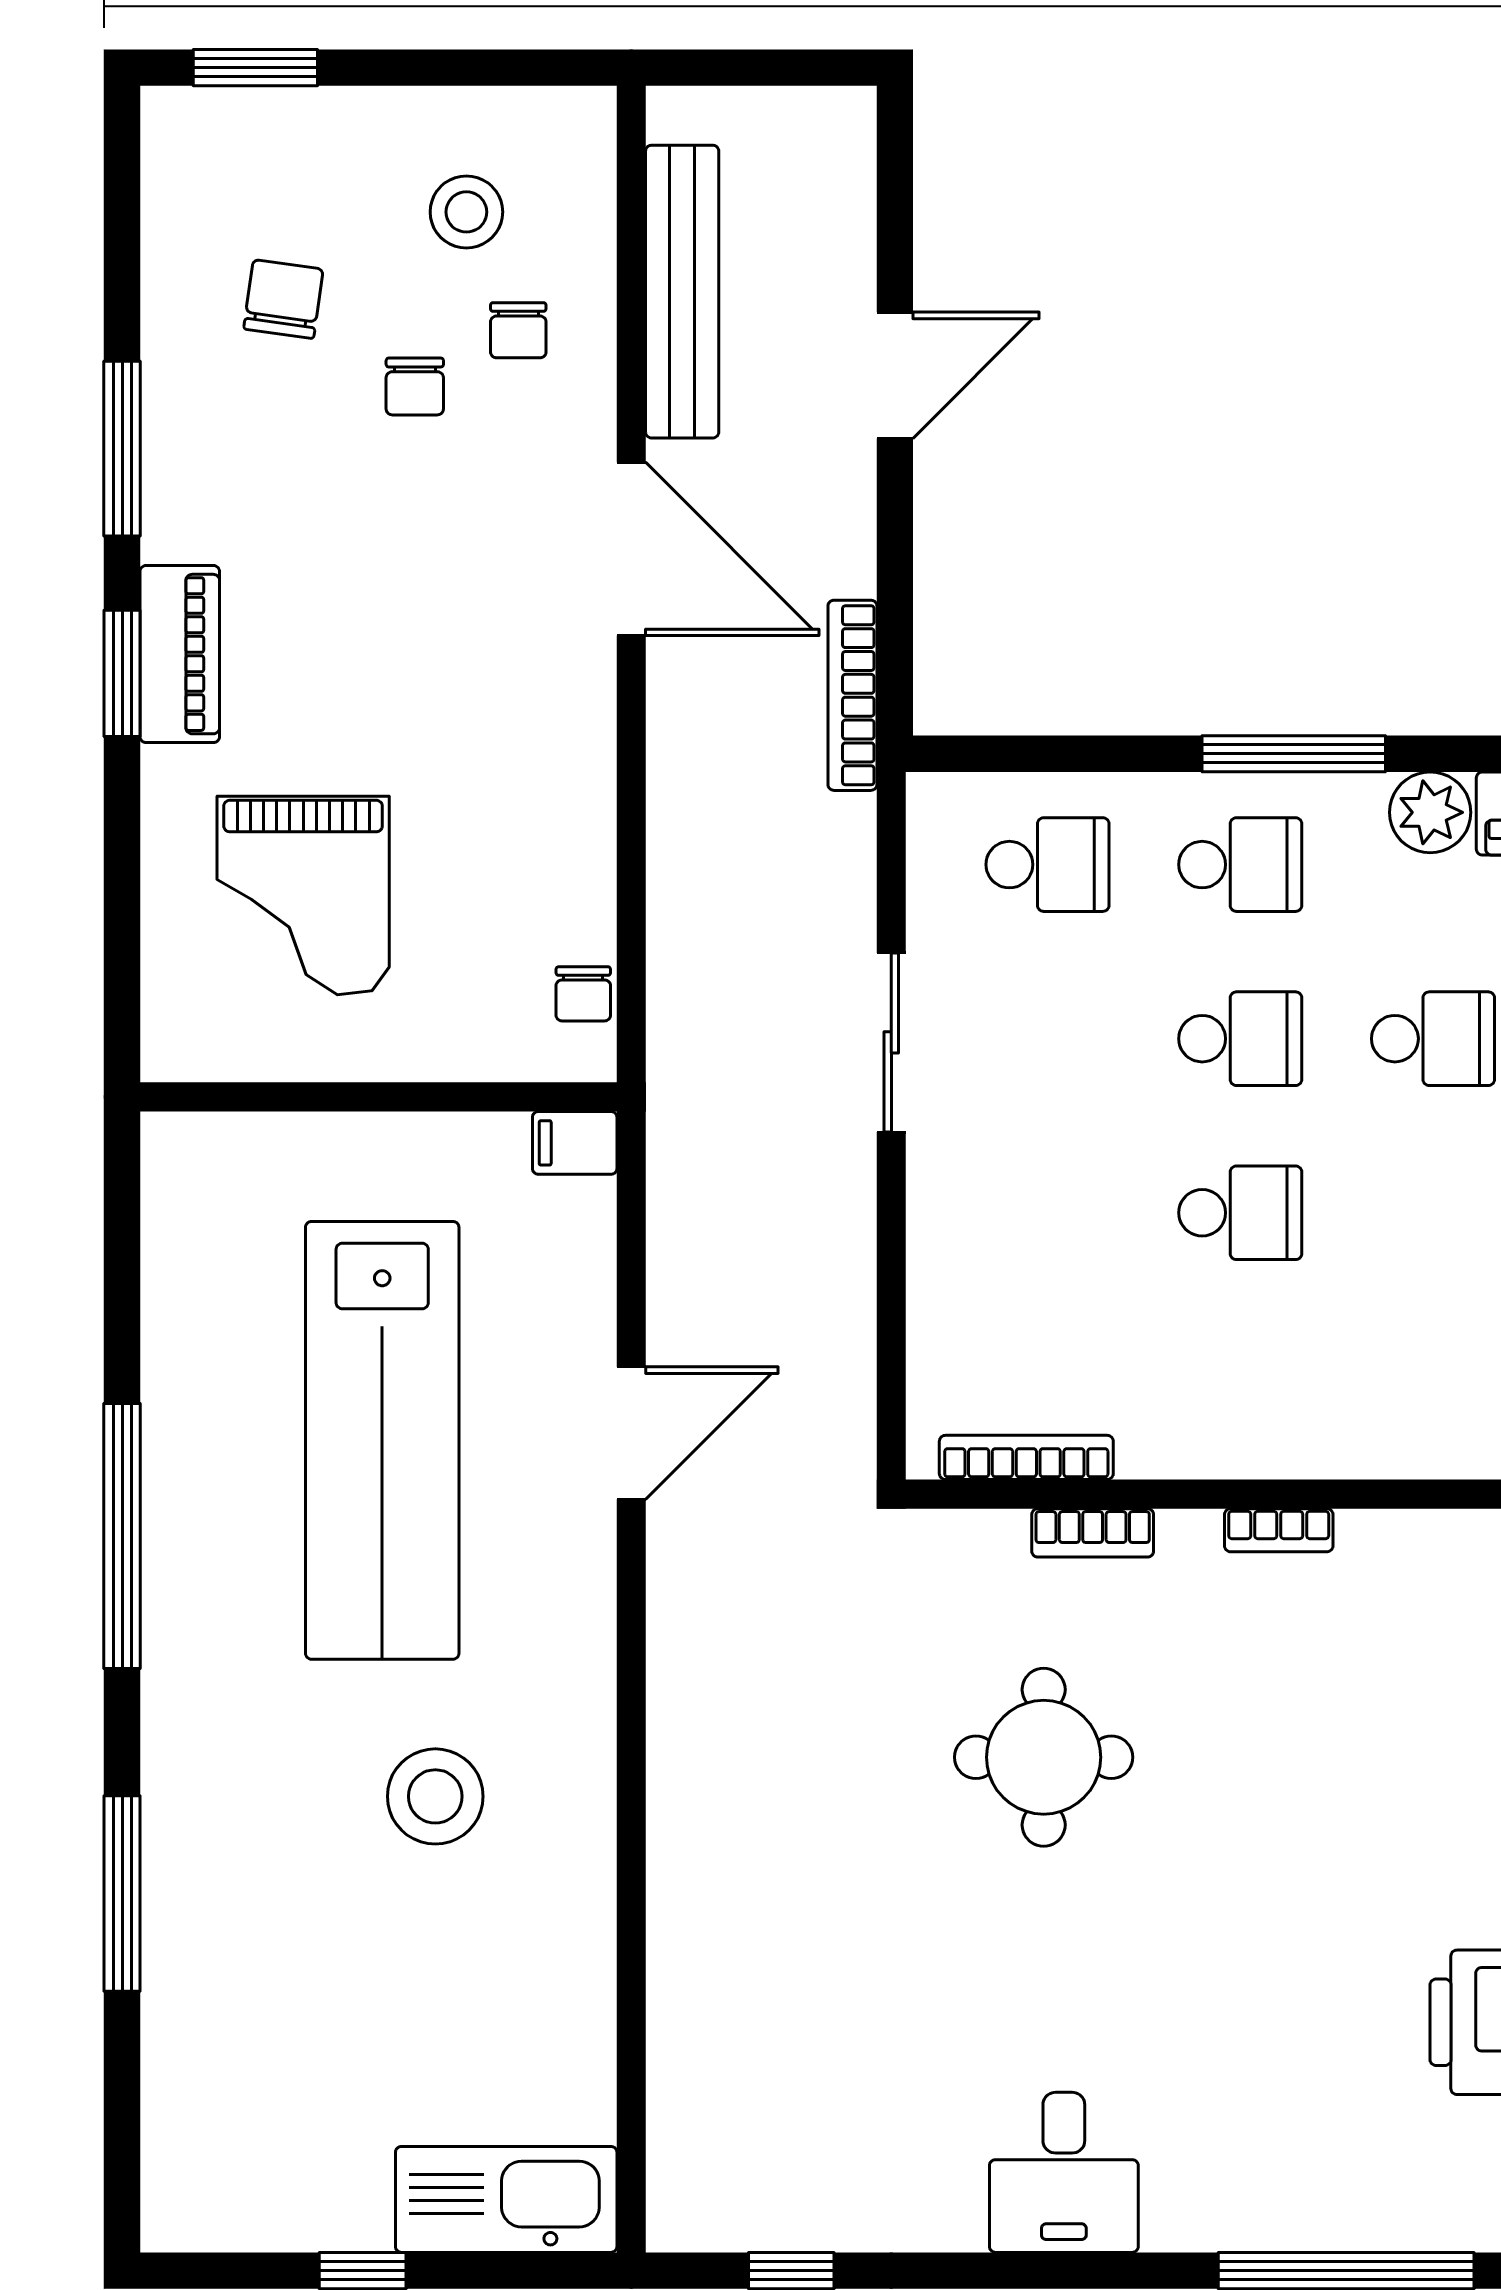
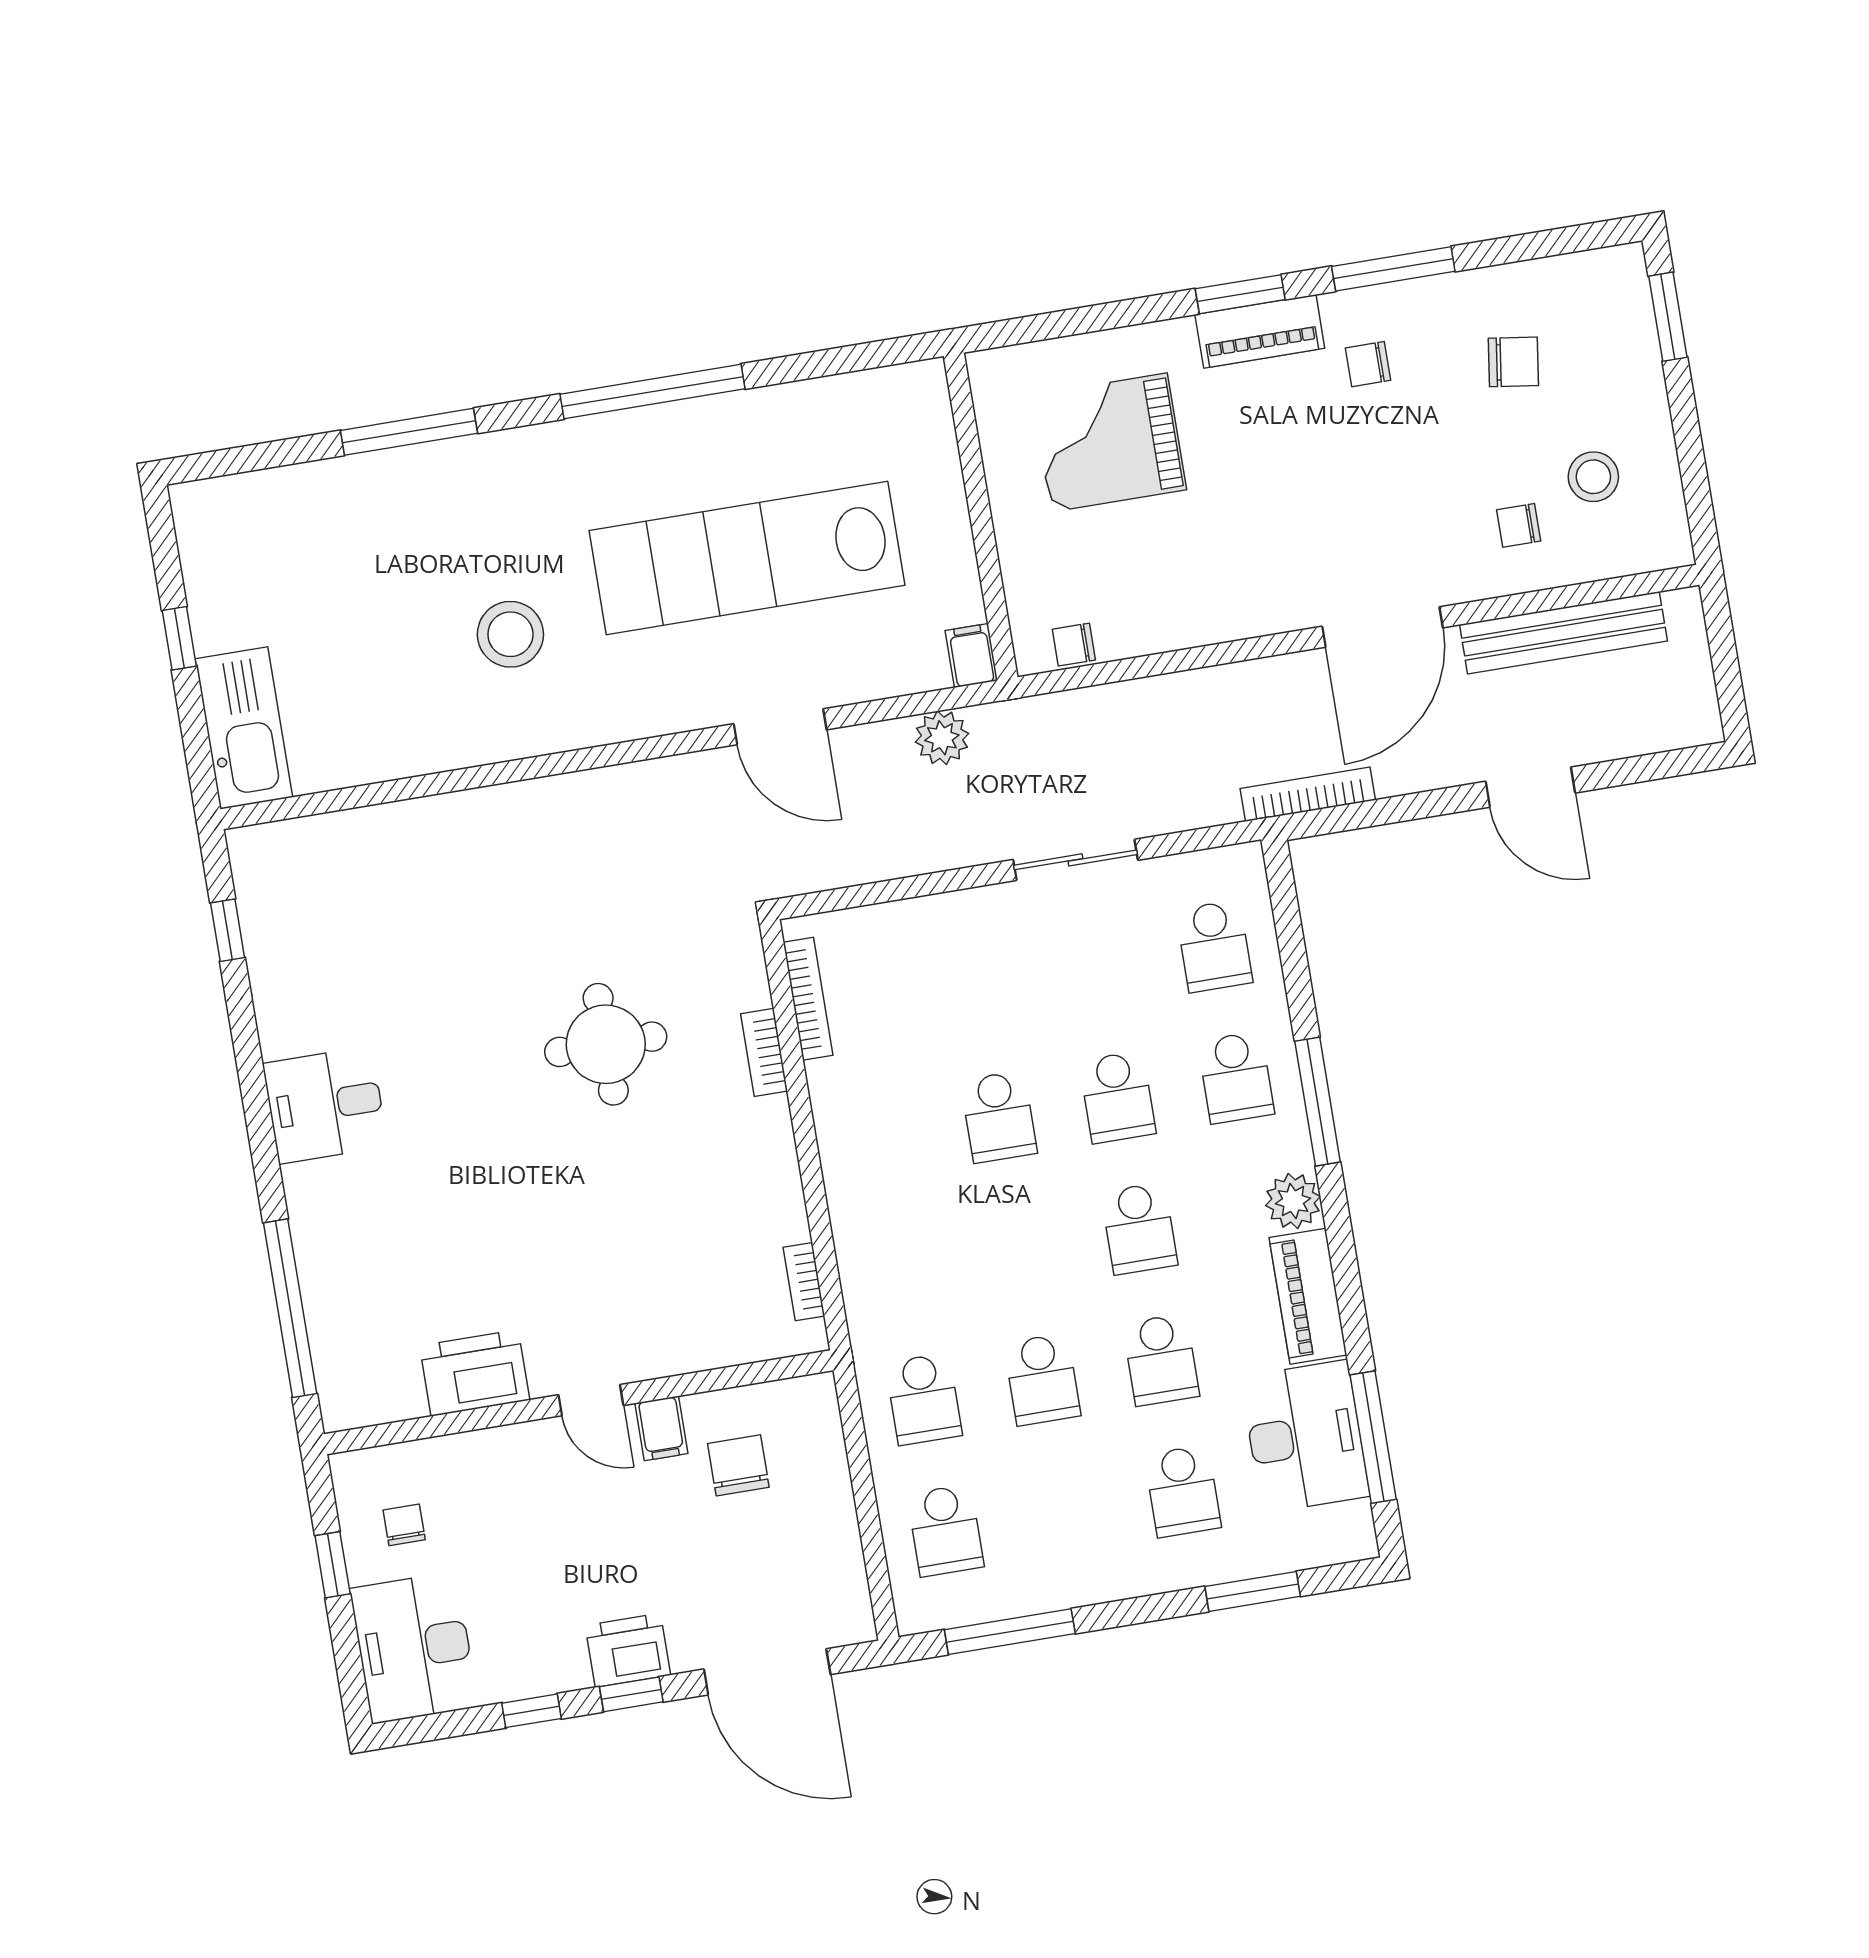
chair: (415, 386) -> (1368, 364), moved
plant: (685, 1204) -> (942, 738), added
bookcase: (1279, 1530) -> (804, 1282), moved

